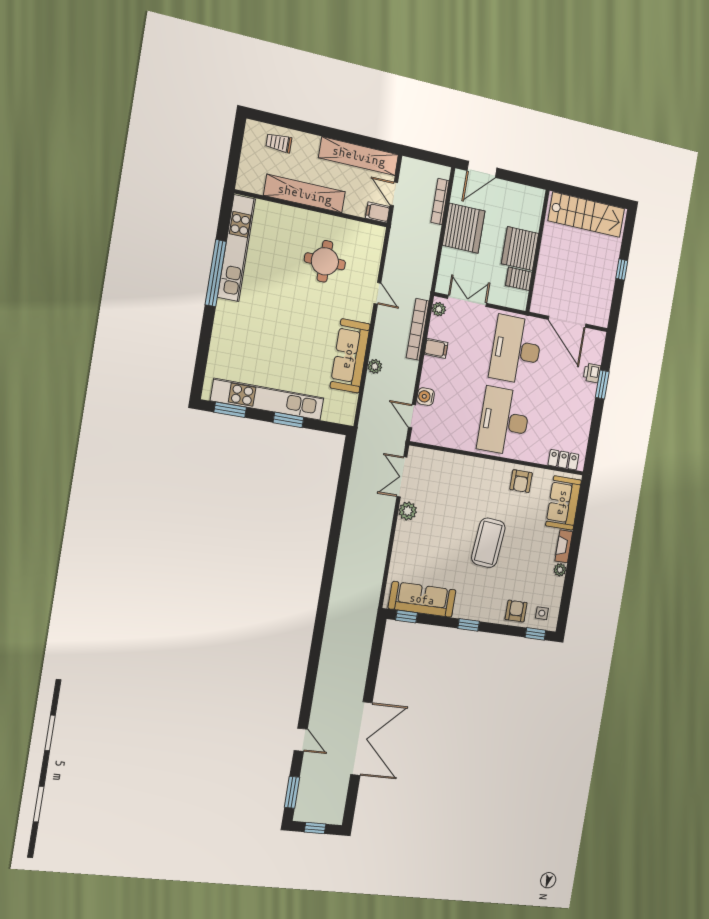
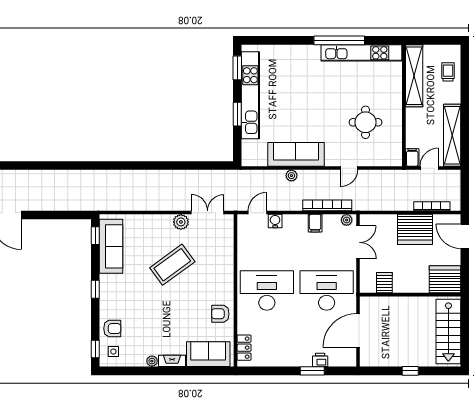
shelving: (305, 194) -> (414, 76), moved
server rack: (520, 249) -> (445, 279), moved
coffee table: (488, 543) -> (172, 265), moved, turned -41

